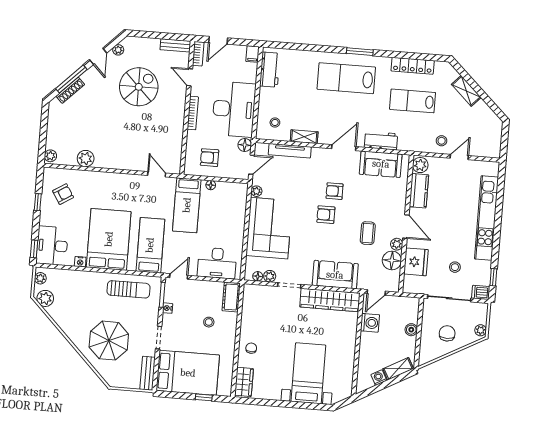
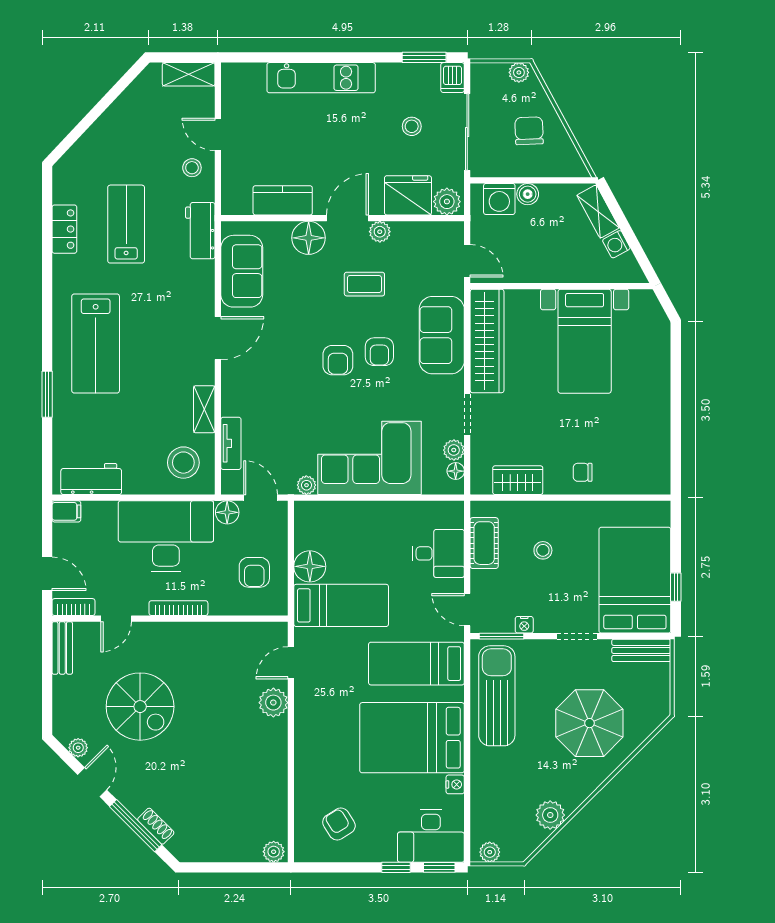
window: (360, 52) -> (47, 394), moved
door: (98, 56) -> (92, 782), hinge flipped
locker: (413, 66) -> (64, 229), width x0.66
spiral stairs: (139, 87) -> (140, 707), turned 180
shoe rack: (70, 90) -> (156, 826), width x0.70
shelving: (466, 91) -> (189, 74), moved, turned 47
lab bench: (413, 101) -> (126, 224), turned 180
stool: (275, 122) -> (183, 463), width x1.89, depth x1.89
workbench: (381, 141) -> (200, 231), moved
door: (344, 148) -> (218, 338), swing flipped
tv unit: (290, 151) -> (231, 443), width x0.71
plant: (86, 159) -> (273, 703), moved
plant: (420, 165) -> (447, 202), moved
floor lamp: (211, 185) -> (310, 566), width x1.89, depth x1.89
armchair: (335, 191) -> (379, 352), moved
window: (38, 202) -> (396, 867), moved
kitchen unit: (487, 218) -> (321, 78), width x0.73
floor lamp: (392, 260) -> (309, 238), moved
desk: (217, 263) -> (438, 553), width x0.73
window: (493, 277) -> (424, 57), width x1.50
sun lounger: (129, 289) -> (497, 696), width x1.36, depth x1.34
cot: (231, 297) -> (484, 543), moved, turned 90
plant: (45, 298) -> (550, 815), moved
washing machine: (370, 323) -> (499, 199), moved, turned 180
chair: (447, 333) -> (529, 131), turned 88
bed with nightstands: (308, 373) -> (585, 341), moved, turned -90
wardrobe: (244, 382) -> (518, 480), moved
window: (204, 397) -> (676, 587), moved

